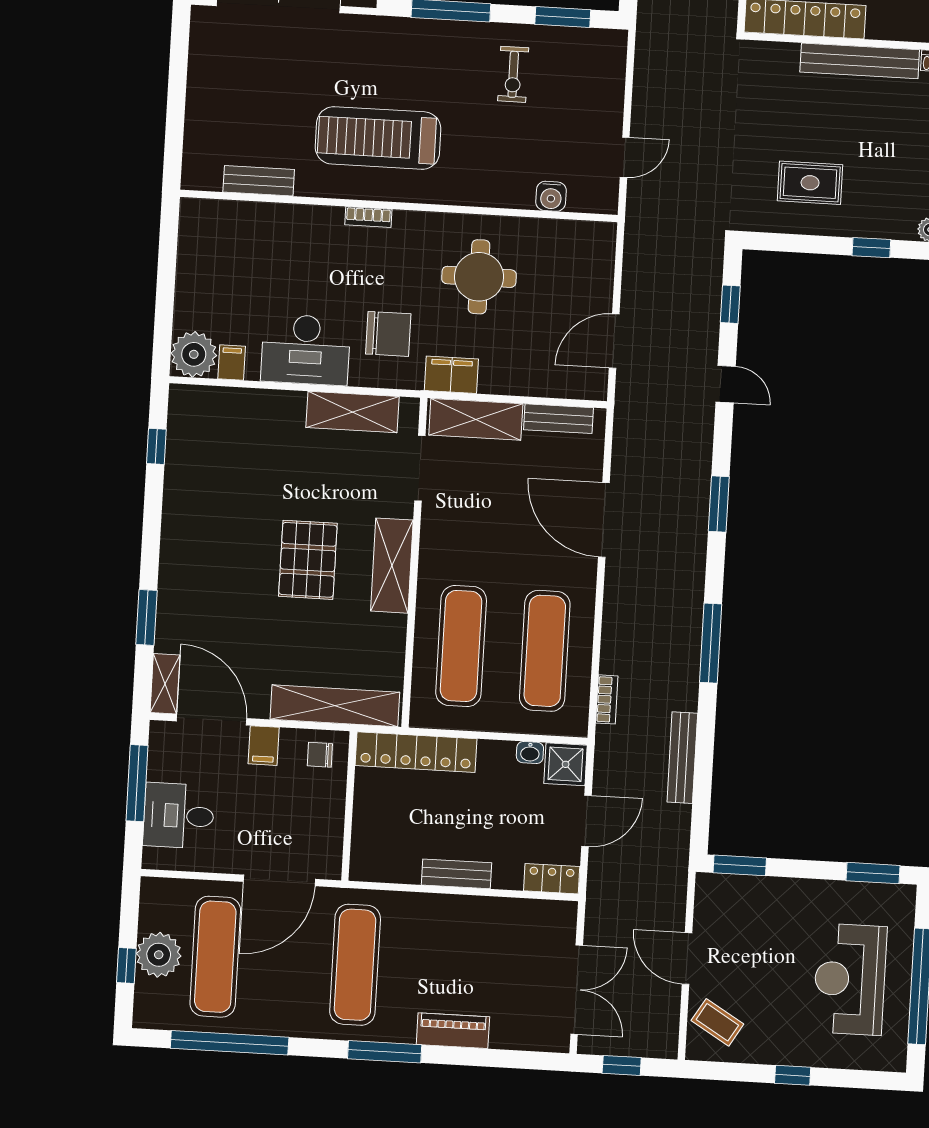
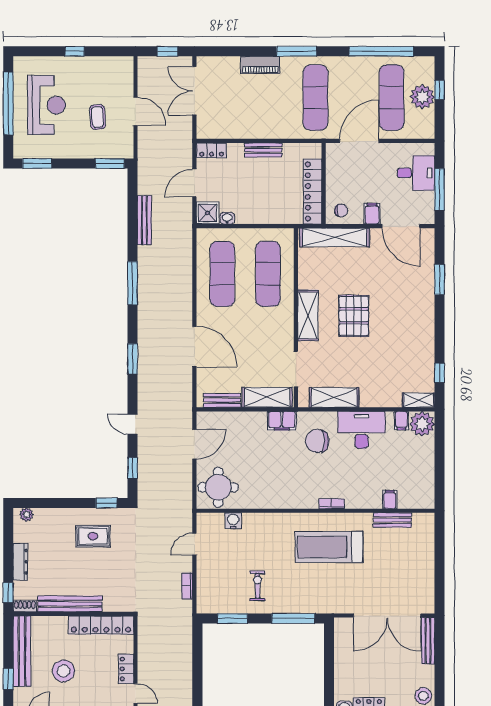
treadmill: (378, 138) -> (329, 547), turned 180
filing cabinet: (261, 219) -> (390, 499), added
window: (871, 248) -> (106, 503), moved
round table: (479, 277) -> (218, 487), moved
shelving: (165, 684) -> (418, 400), moved, turned 90
bookcase: (607, 699) -> (187, 586), moved
locker: (416, 752) -> (312, 191), moved, turned -90
coffee table: (717, 1022) -> (98, 117), moved, turned 55

